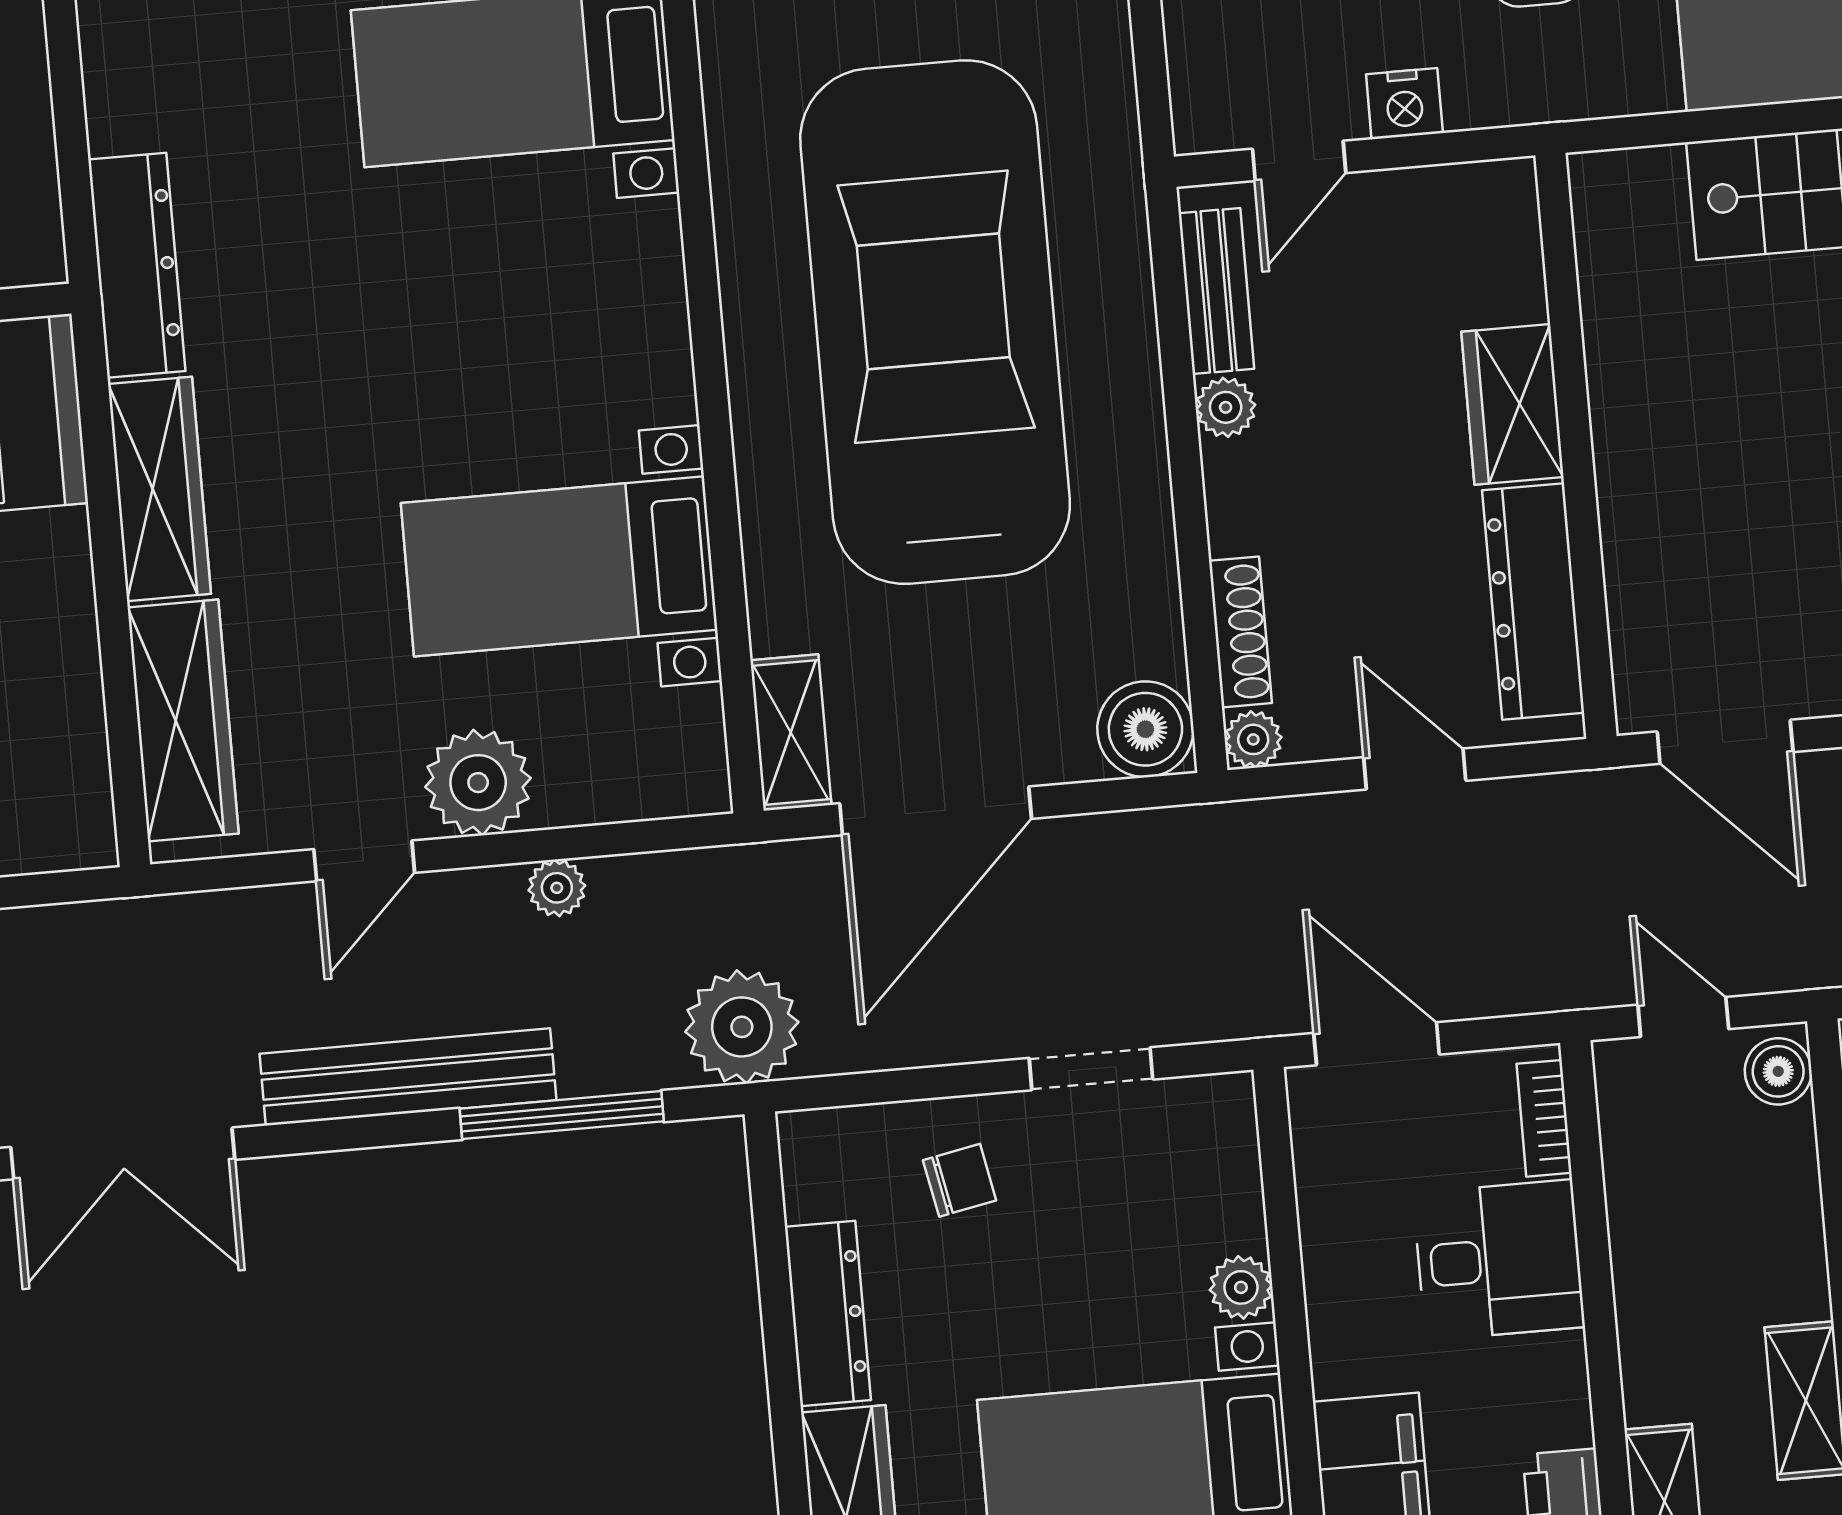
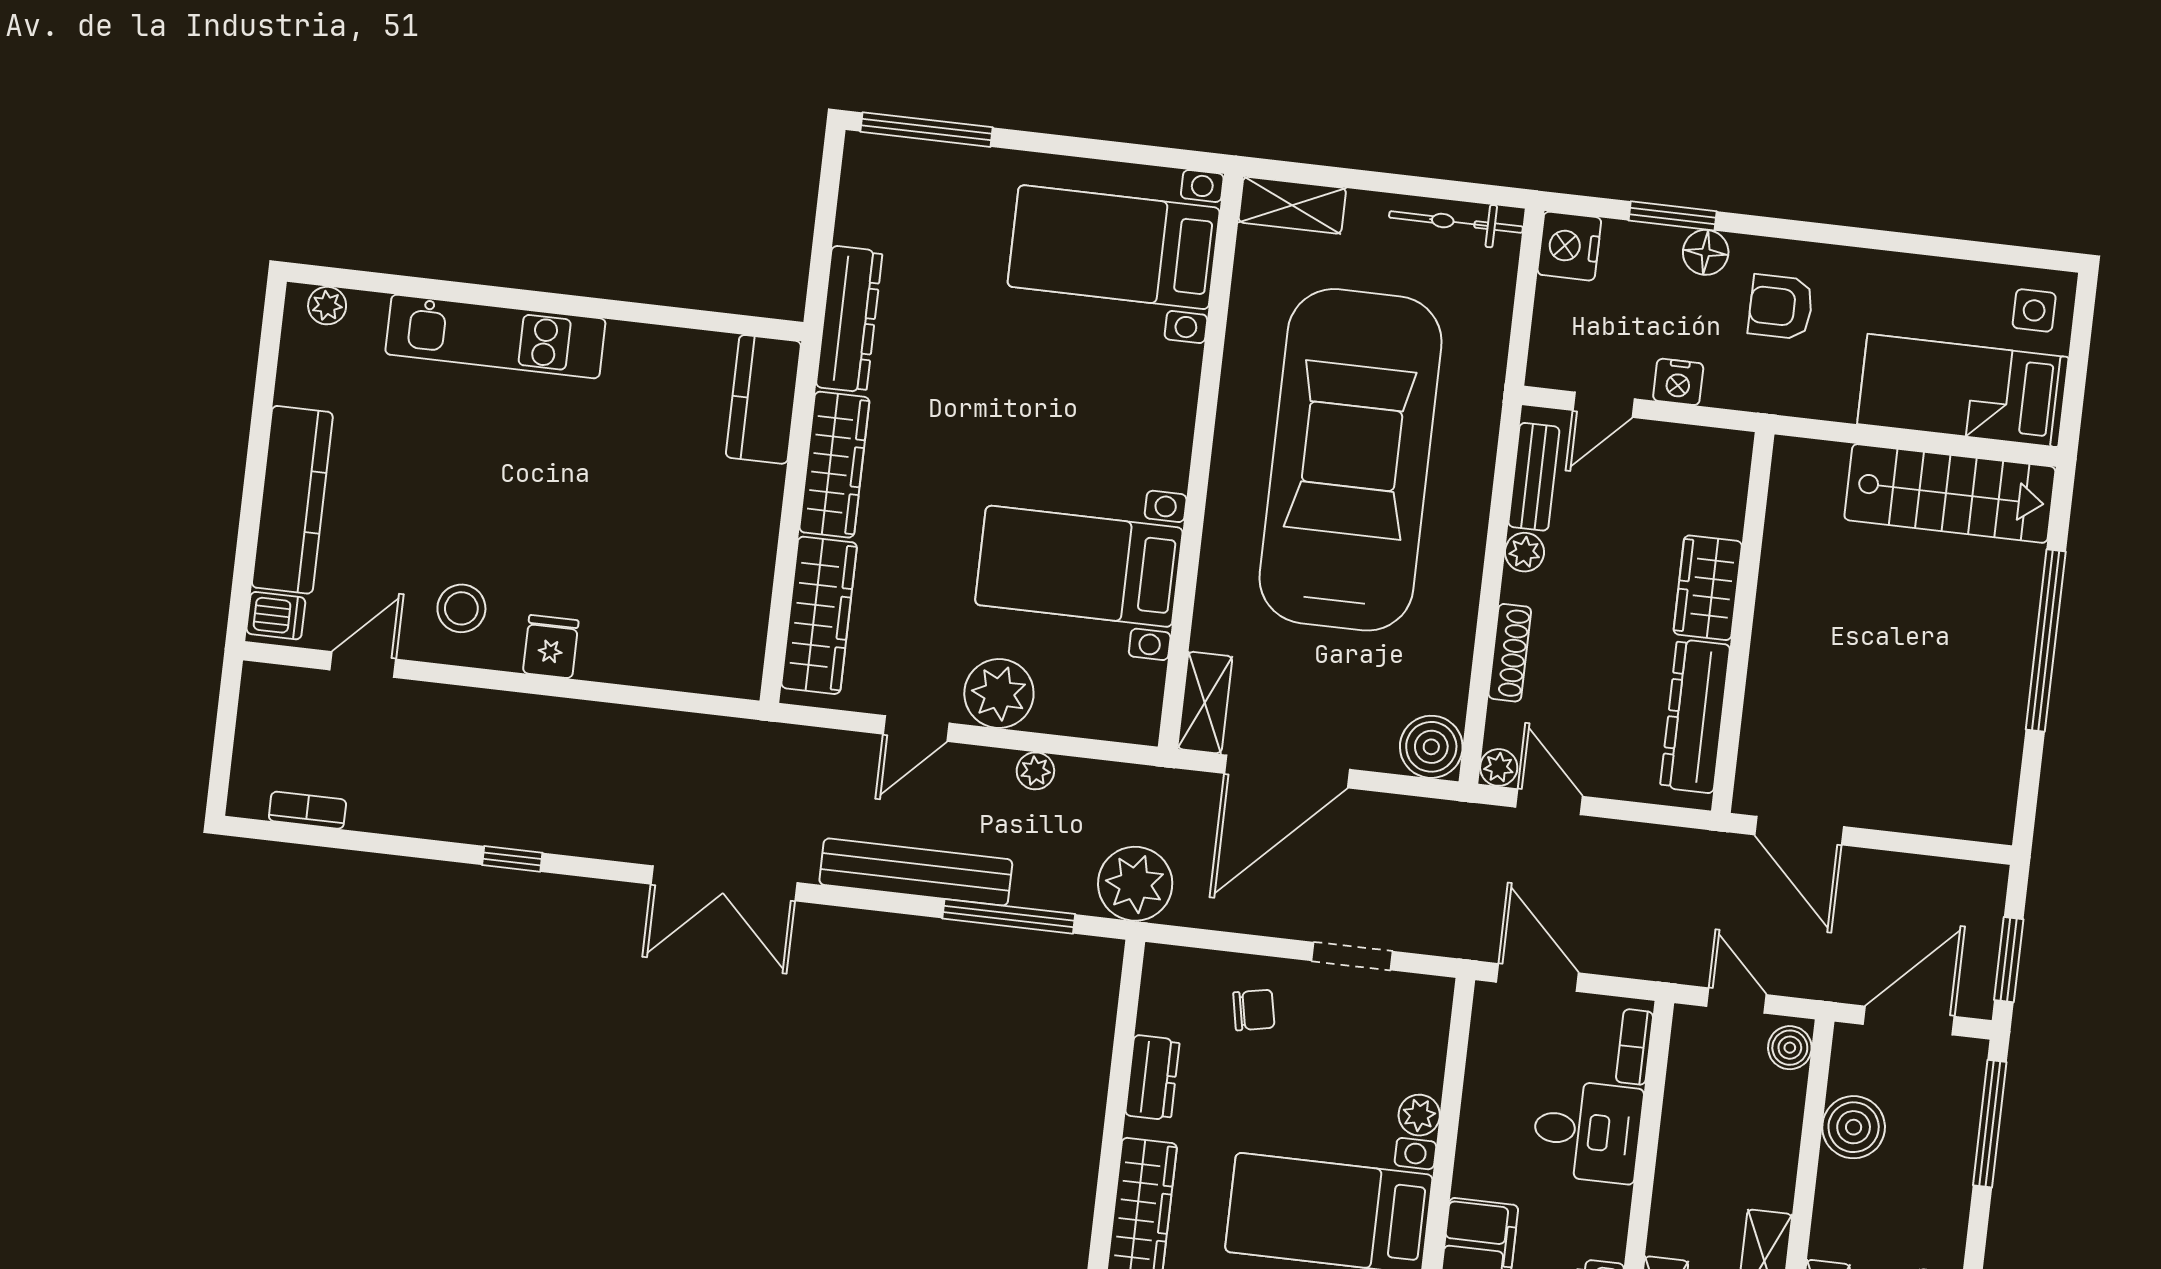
shoe rack: (1240, 632) -> (1510, 653), moved
door: (1415, 769) -> (1549, 802), moved
dresser: (828, 1313) -> (1152, 1078), width x0.70

